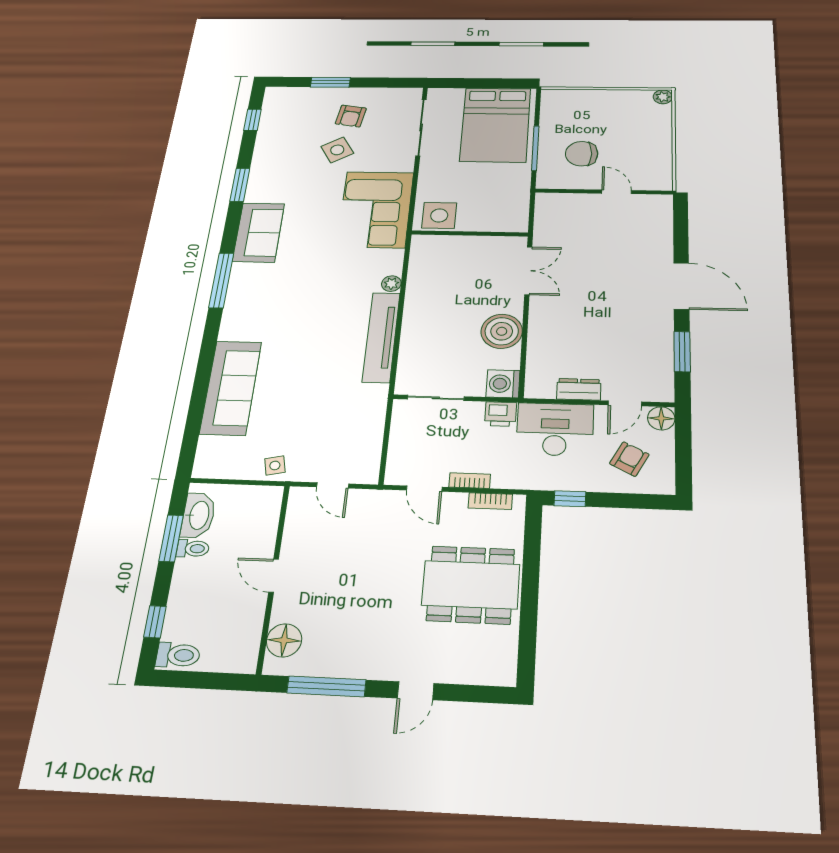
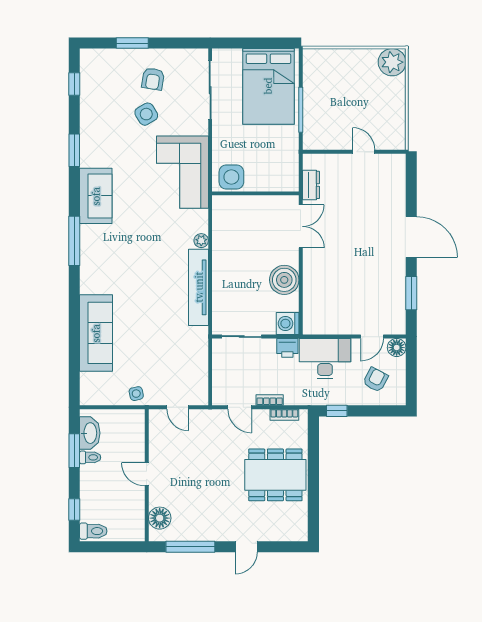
plant: (663, 97) -> (392, 62), width x1.87, depth x1.87
chair: (582, 154) -> (336, 115), removed
dresser: (579, 389) -> (311, 185), moved, turned 90

